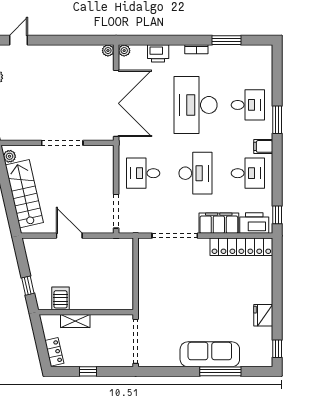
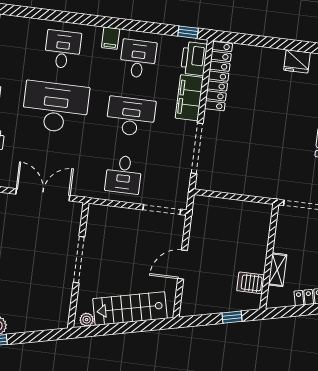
double door: (116, 103) -> (43, 195), width x0.73
desk: (196, 105) -> (55, 107), turned 180
window: (277, 120) -> (83, 19), removed

